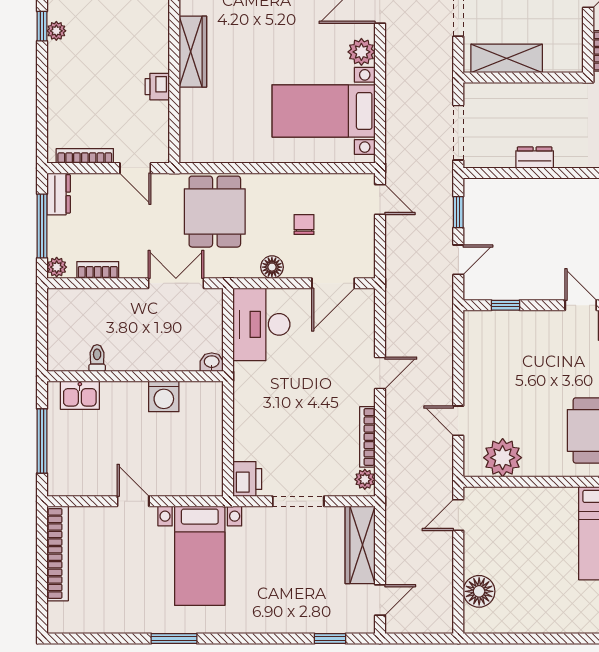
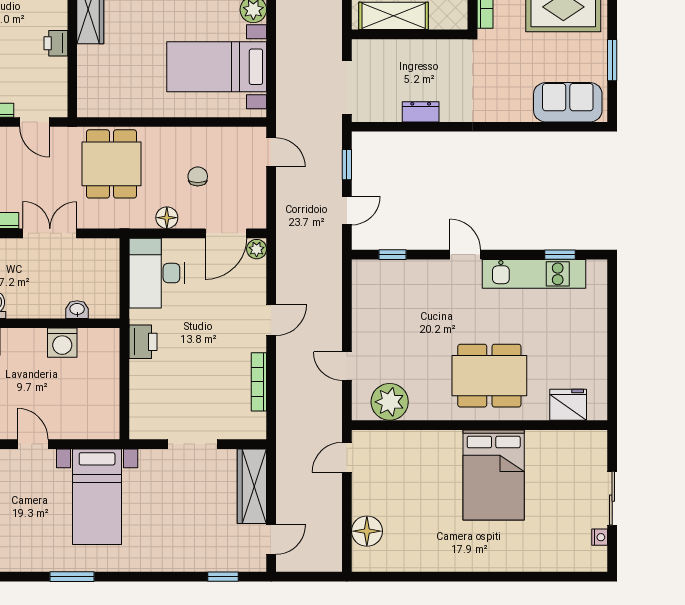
double door: (176, 283) -> (50, 233), moved
washbasin: (212, 362) -> (77, 310), moved
printer: (247, 479) -> (143, 342), moved
plant: (365, 479) -> (257, 249), moved

